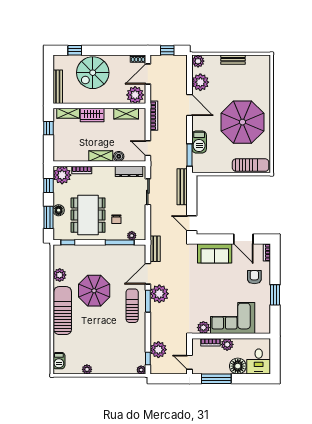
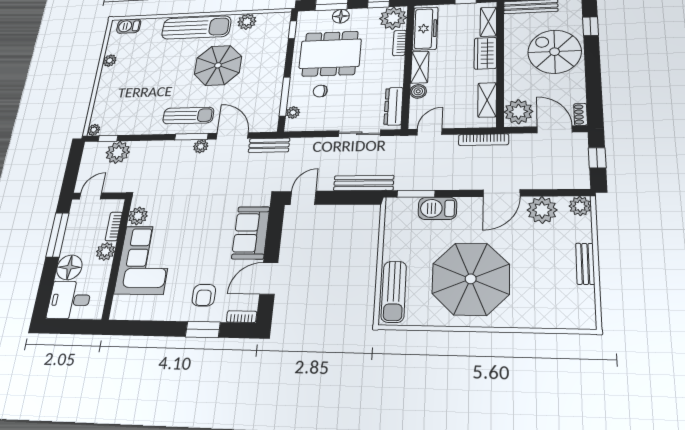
freezer: (71, 154) -> (425, 29), added
armchair: (254, 277) -> (204, 295), turned 90
plant: (159, 294) -> (201, 146), width x0.53, depth x0.53
window: (275, 295) -> (203, 329), moved

